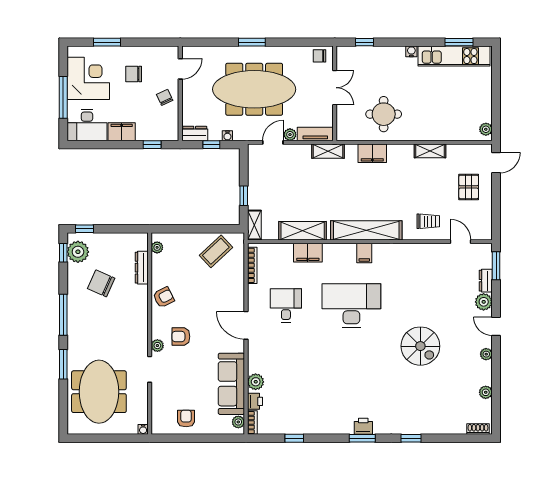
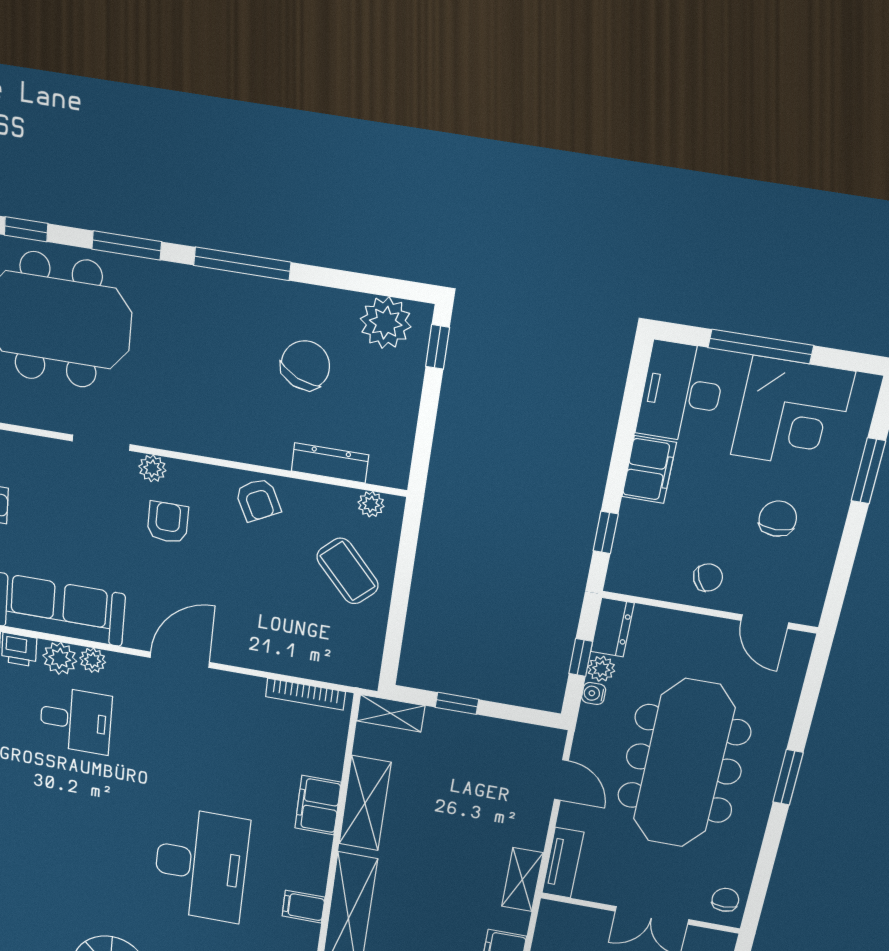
plant: (290, 135) -> (601, 669), moved
coffee table: (216, 251) -> (348, 571), moved
window: (63, 253) -> (26, 229), moved
desk: (286, 305) -> (76, 720), moved
plant: (254, 366) -> (93, 660), added

